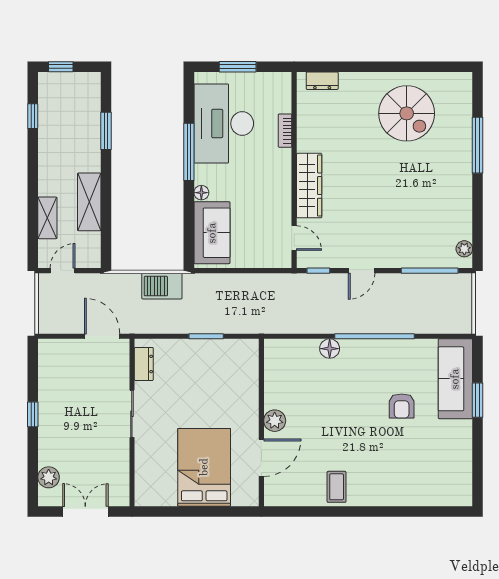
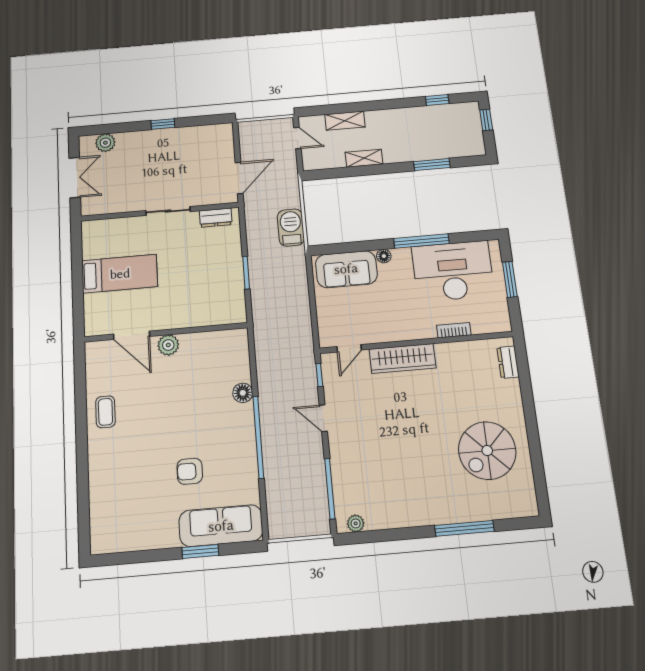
shelving: (89, 202) -> (364, 158), width x0.67, depth x0.75
bed: (204, 467) -> (120, 274), width x0.67
coffee table: (337, 487) -> (105, 412), turned 90

